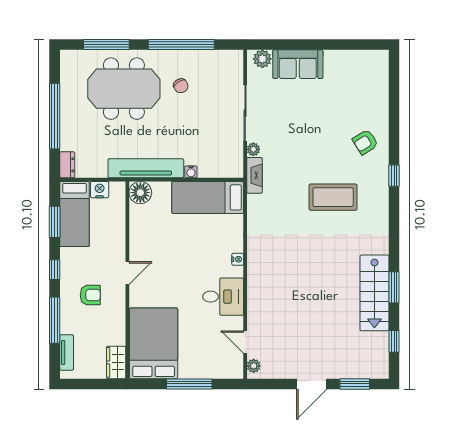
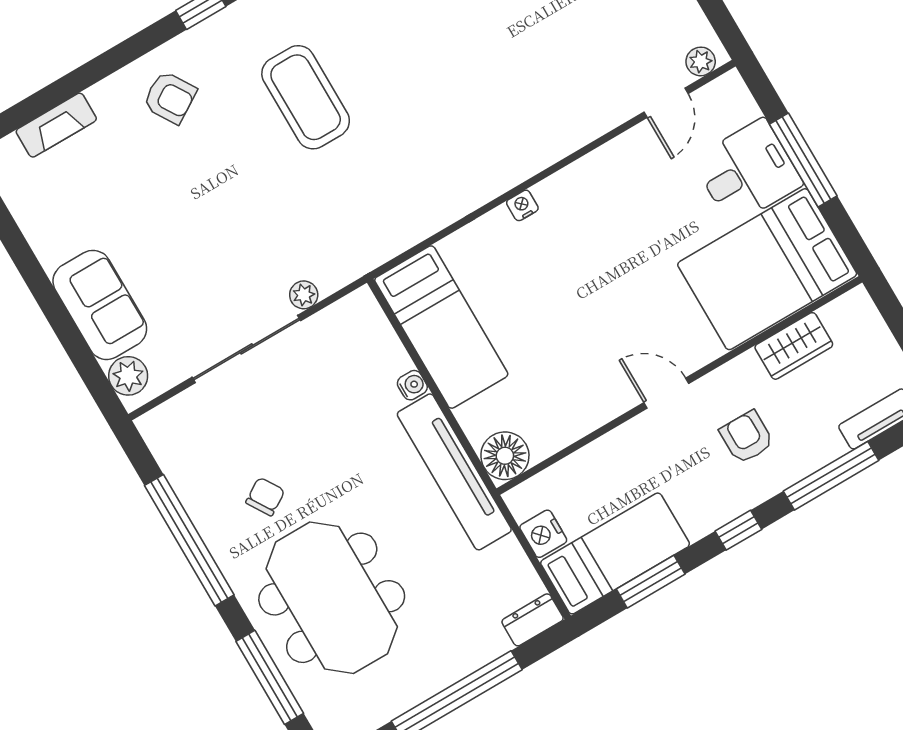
fireplace: (255, 175) -> (56, 125), moved, turned 180
desk: (223, 297) -> (748, 172), moved, turned 90
wardrobe: (116, 362) -> (794, 346), moved

